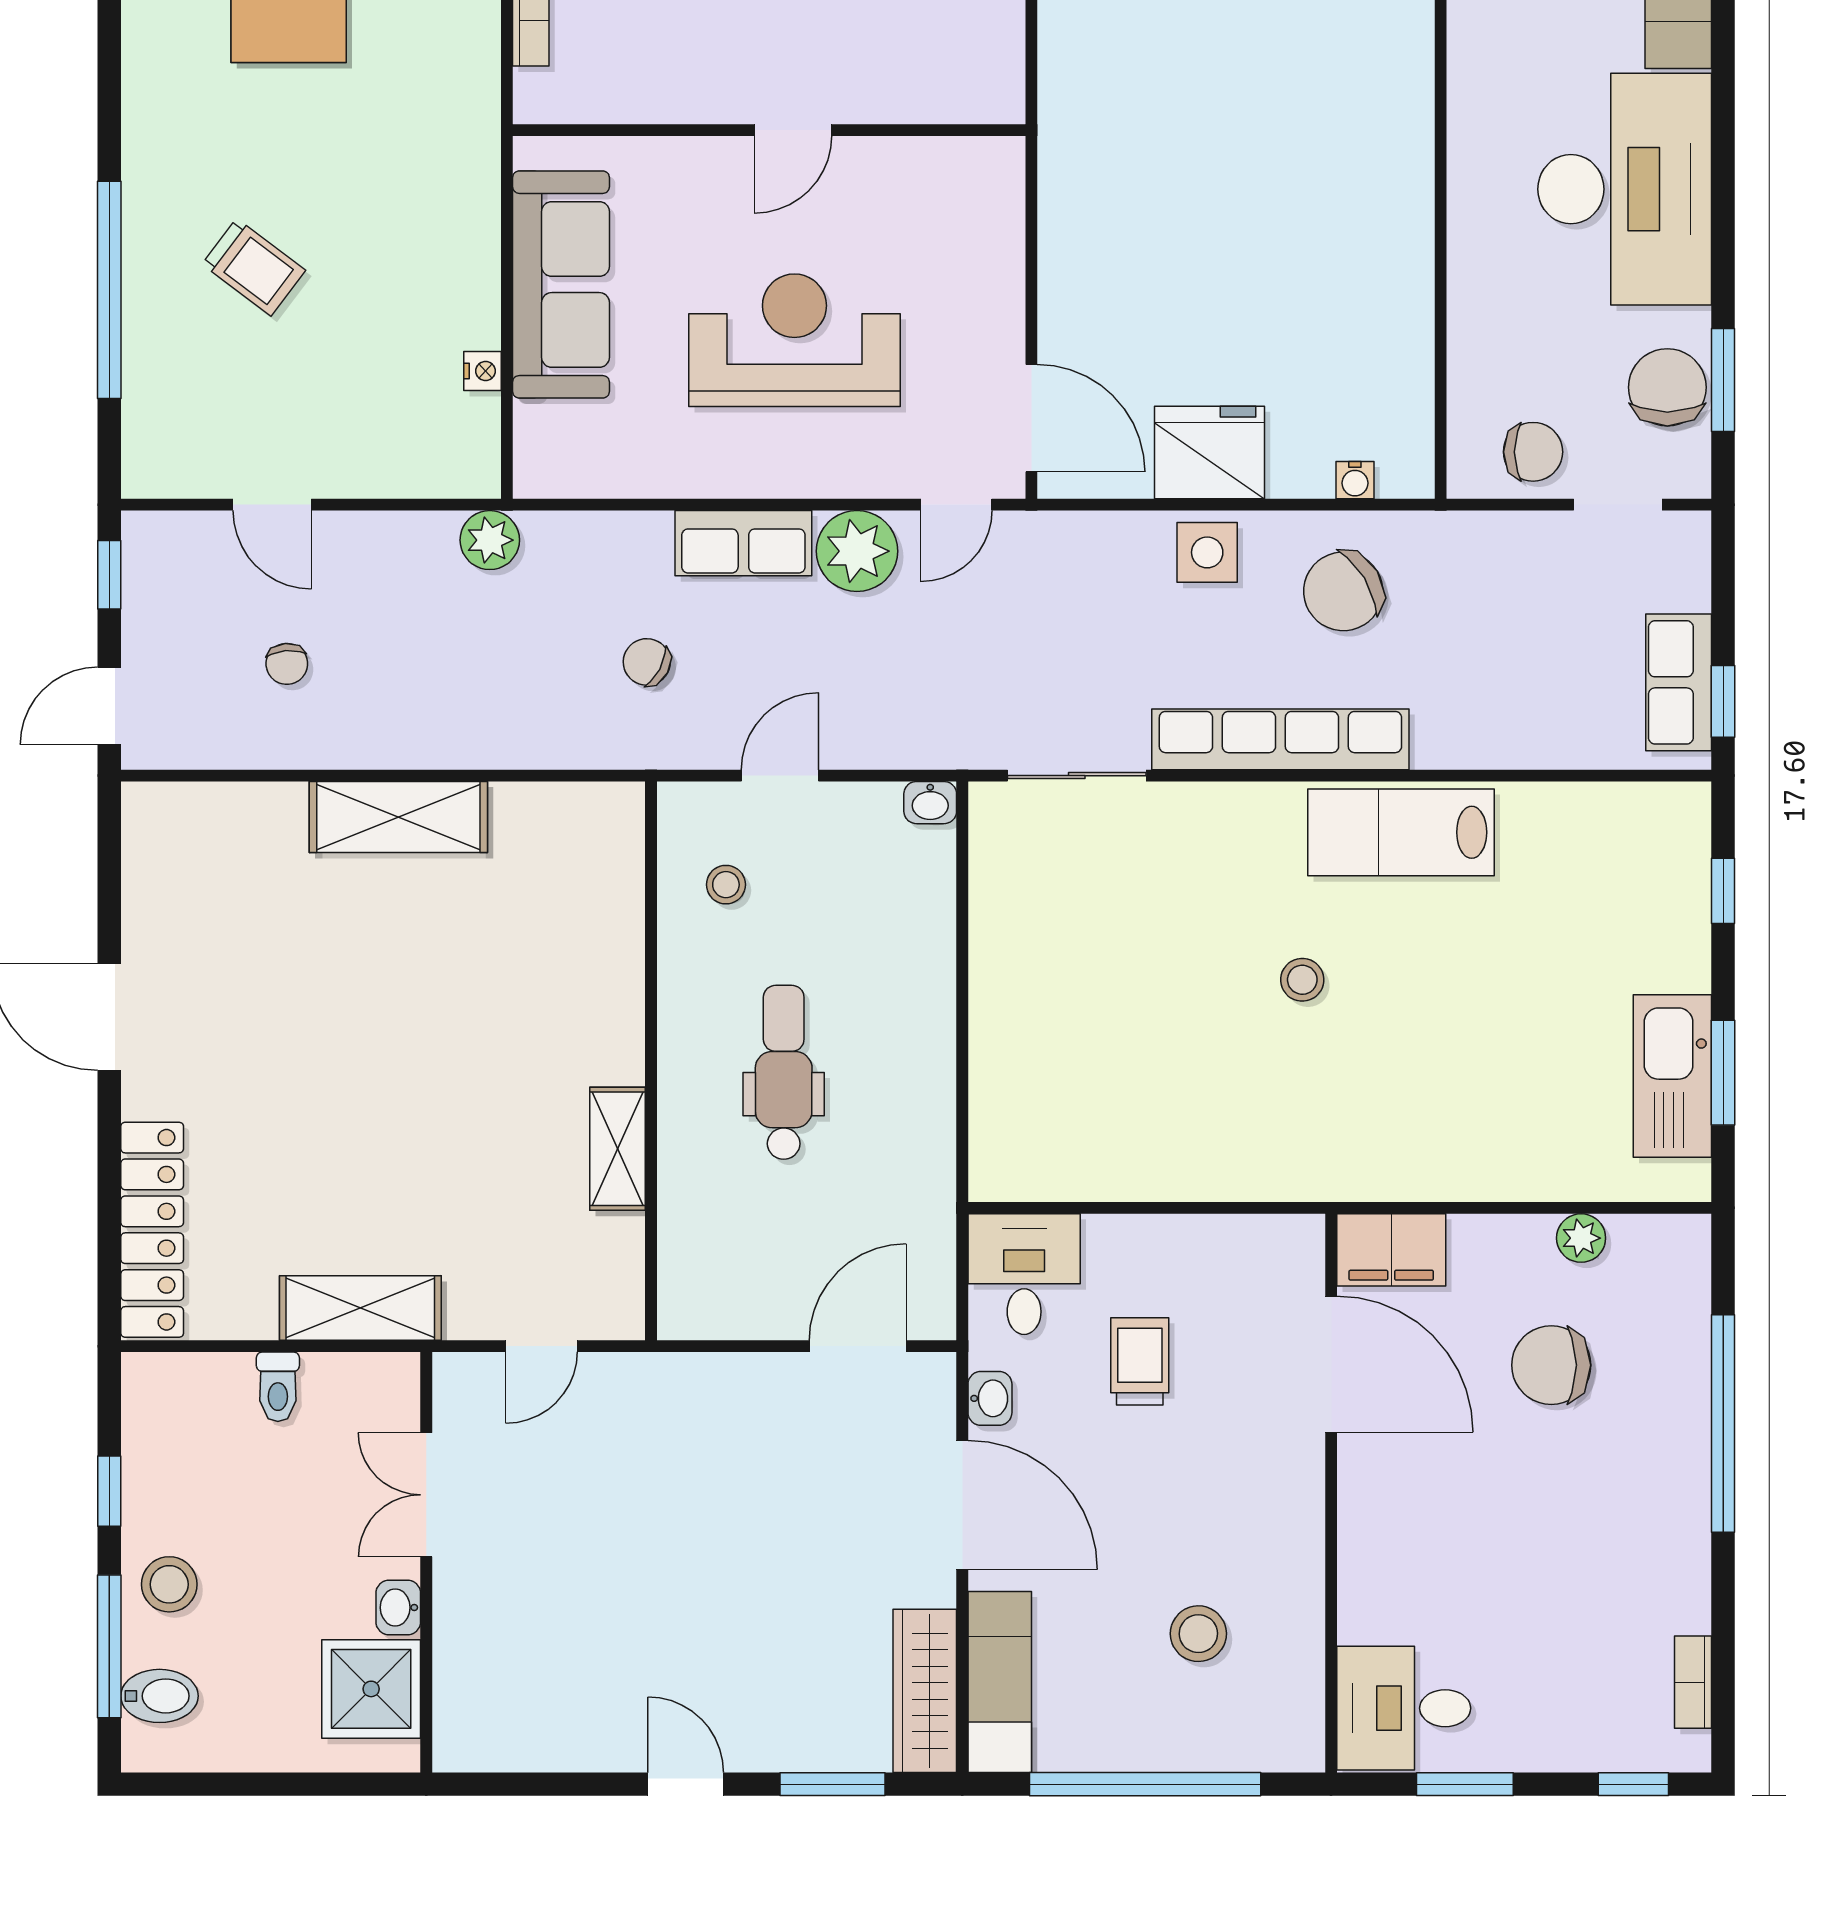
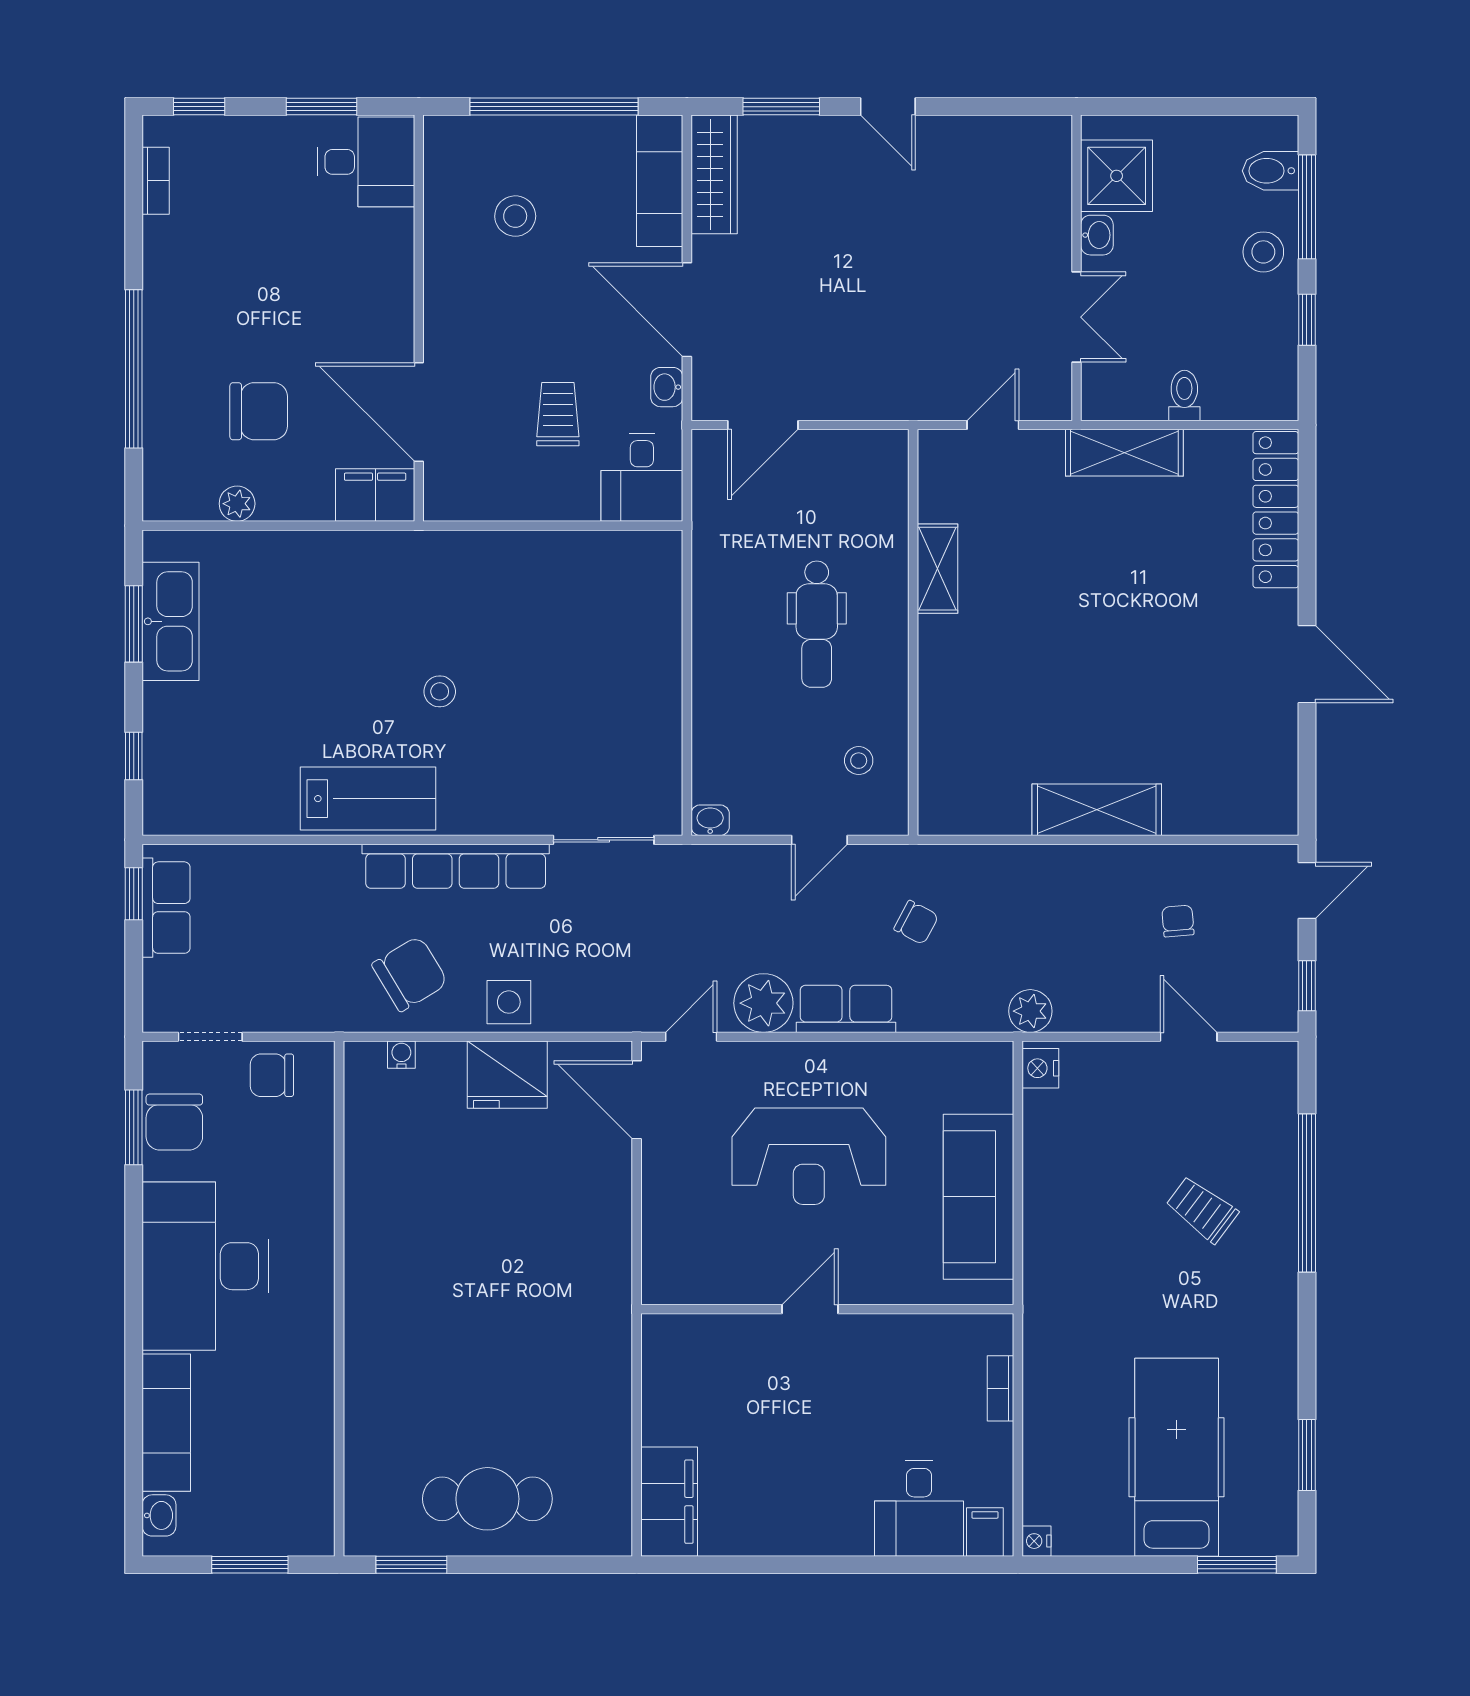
nightstand: (483, 371) -> (1040, 1068), moved, width x1.39, depth x1.35
trolley: (1140, 1361) -> (558, 414), turned 180

